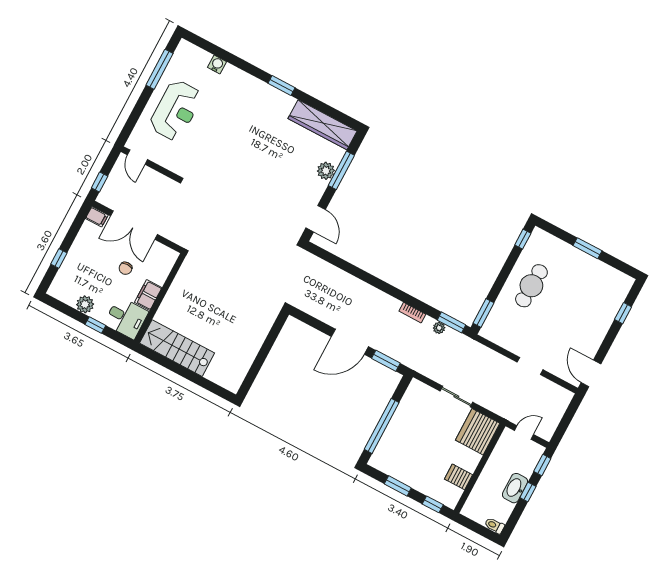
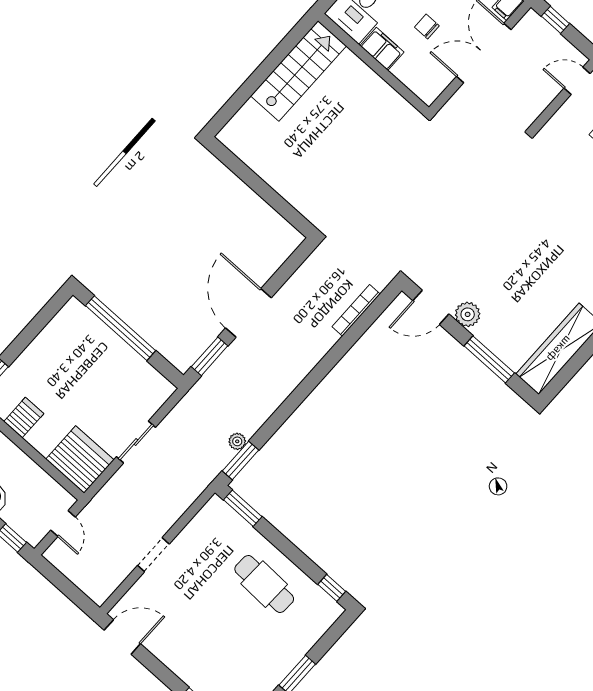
plant: (326, 171) -> (468, 314), moved
bookcase: (412, 313) -> (356, 310), moved, width x1.56
window: (398, 486) -> (32, 330), removed

